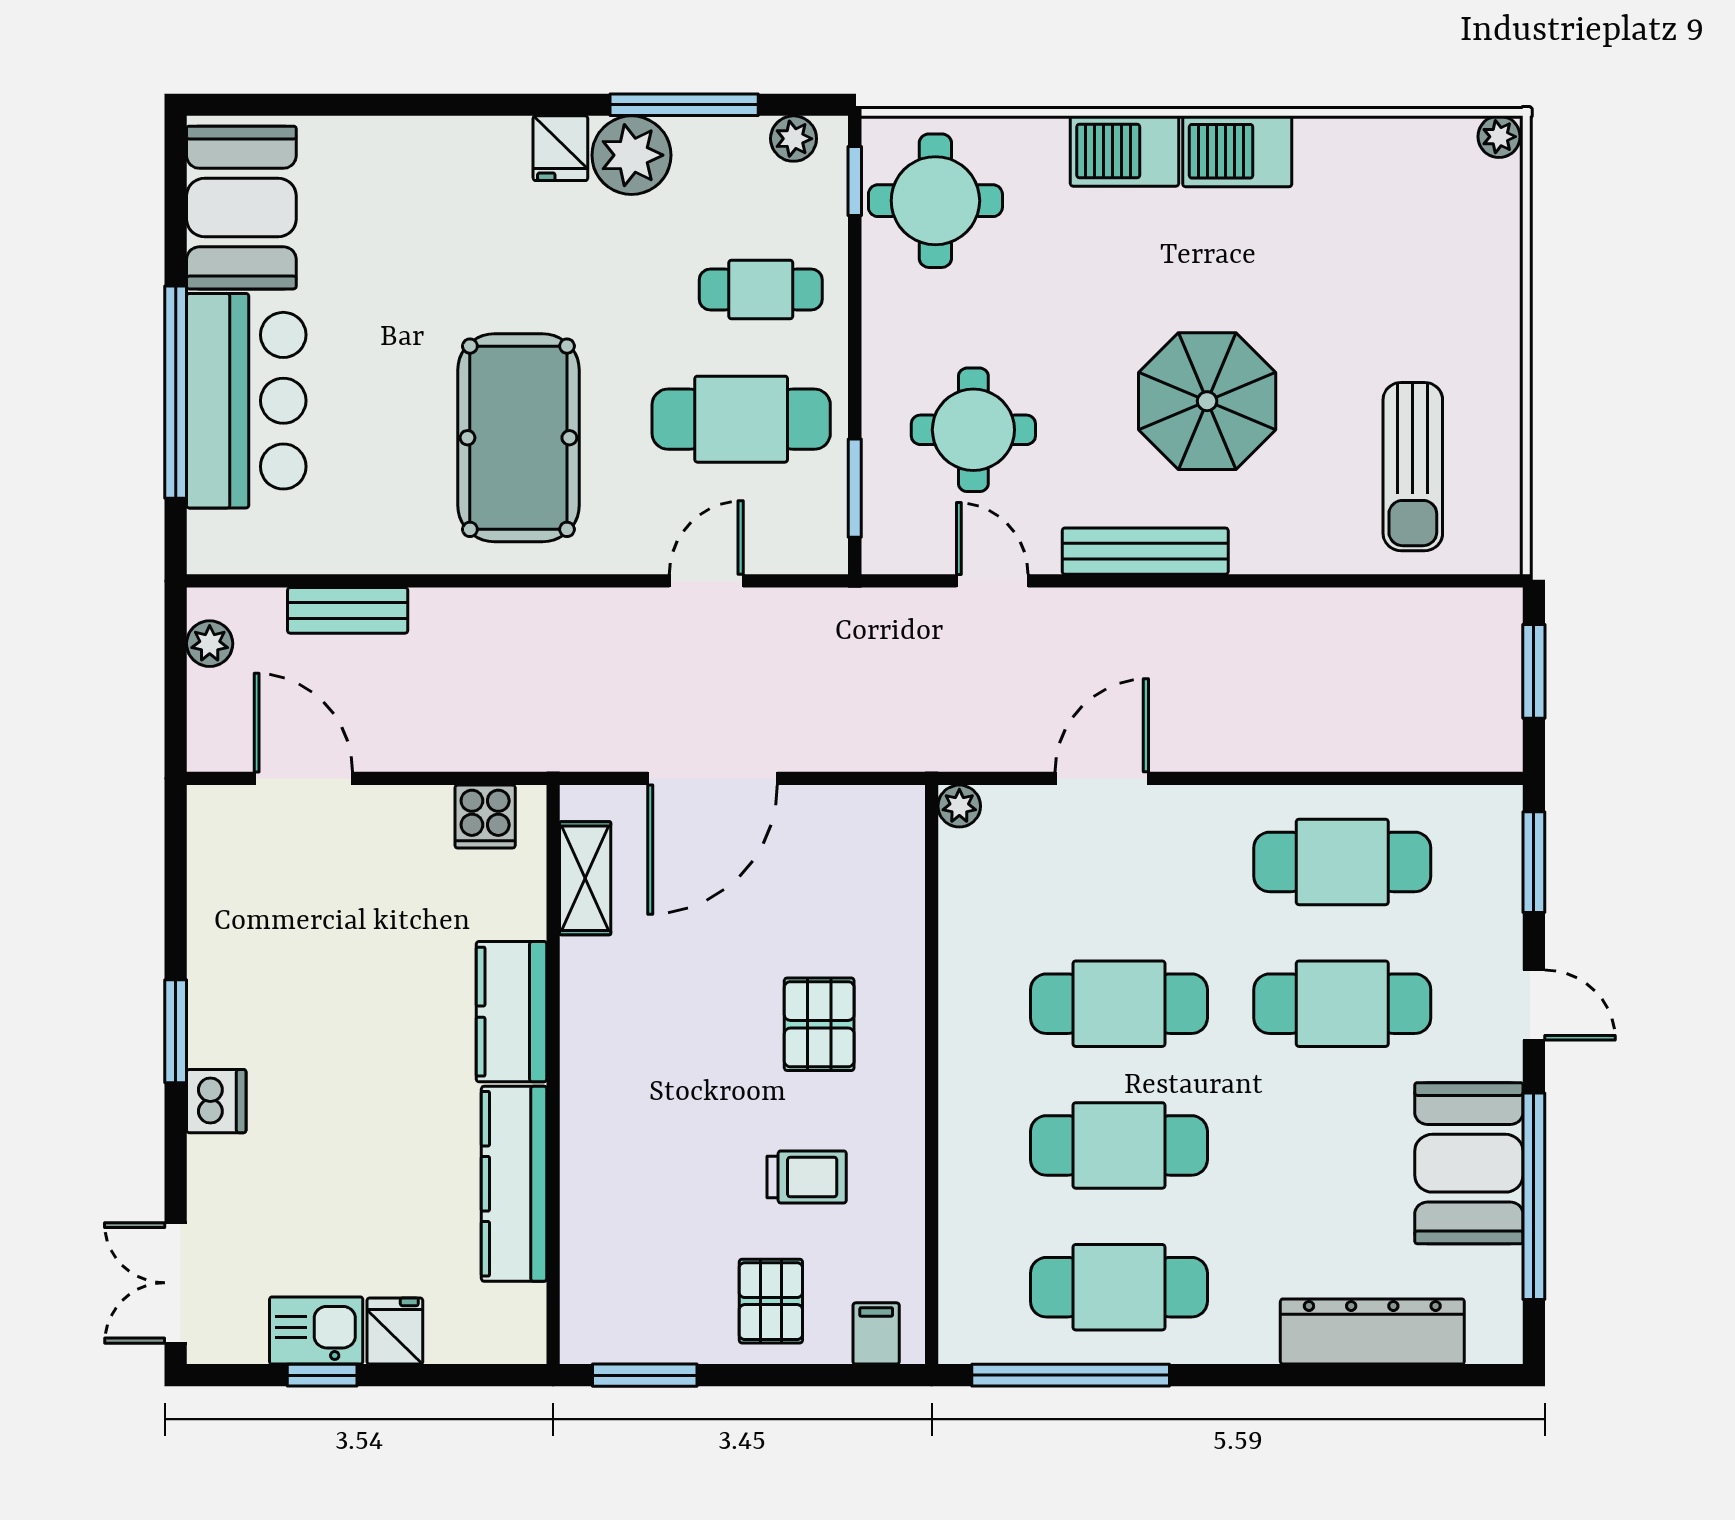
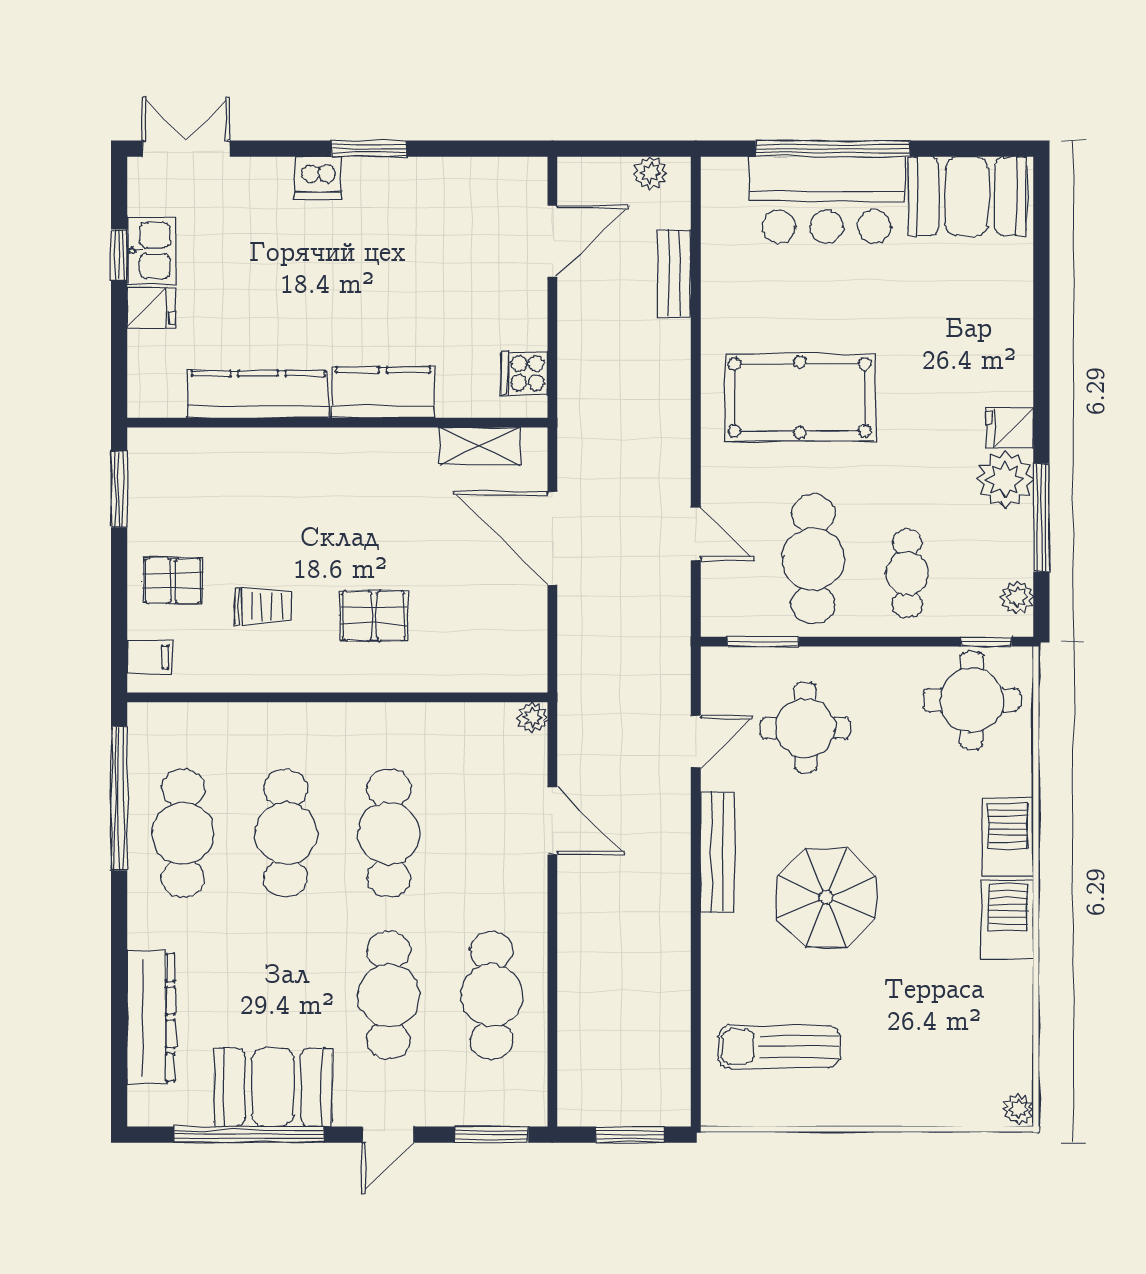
trolley: (807, 1177) -> (263, 607), turned -90

